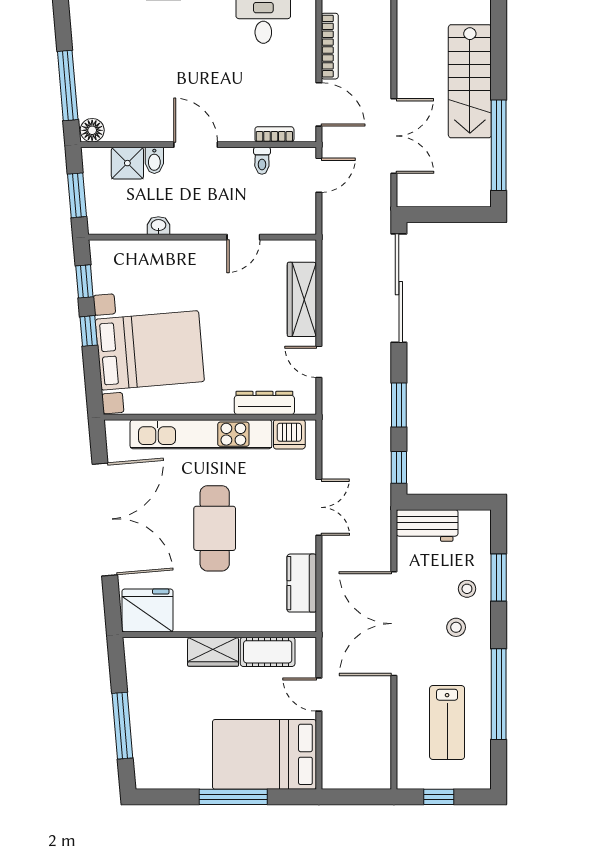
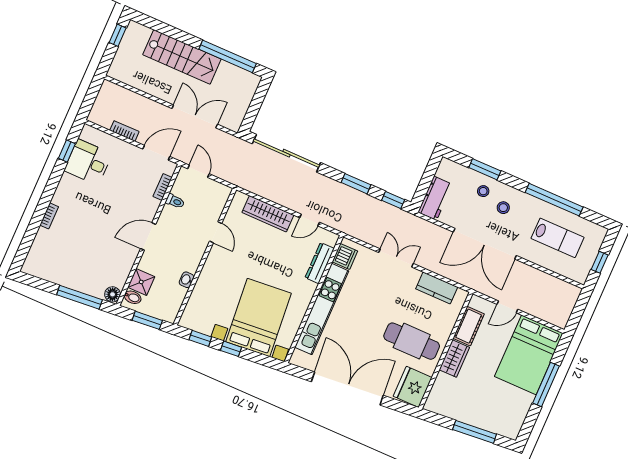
bookcase: (330, 46) -> (124, 131), width x0.64
bidet: (154, 160) -> (133, 297), moved
cafe table: (215, 528) -> (412, 341), moved

